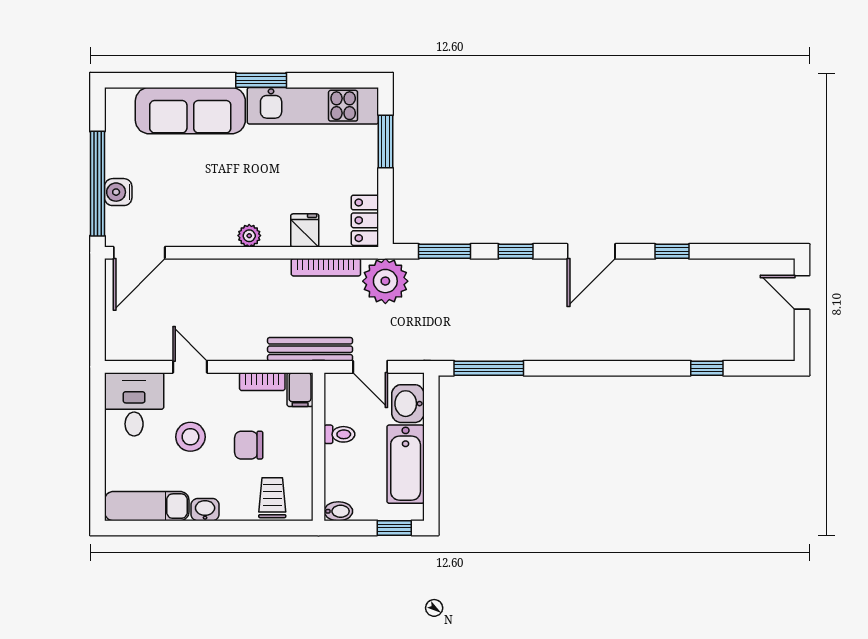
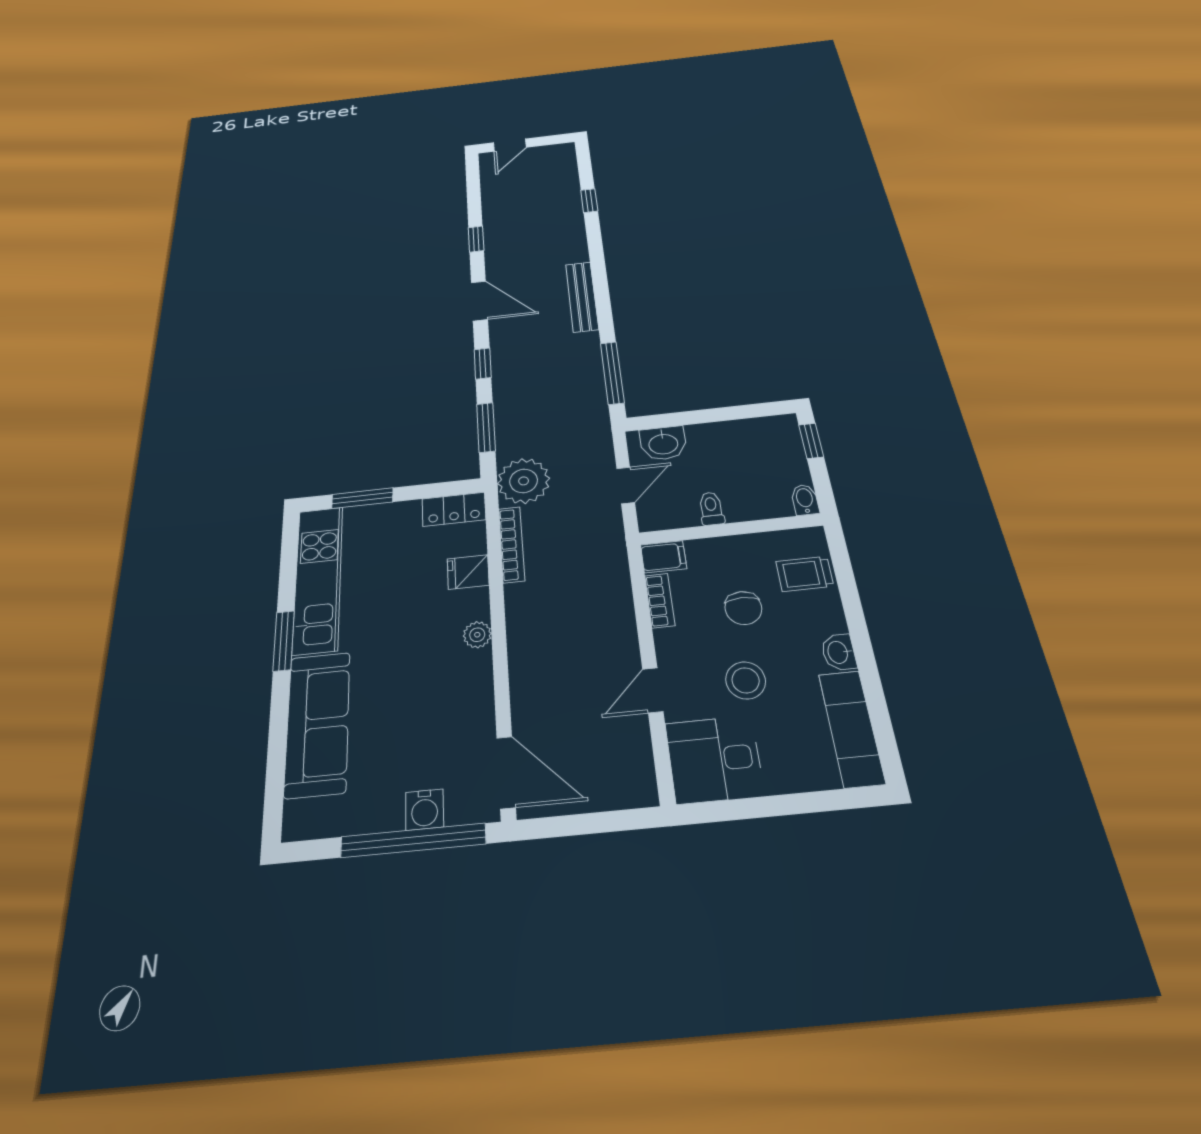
bench: (310, 349) -> (582, 297), moved
bathtub: (406, 464) -> (734, 438), removed

